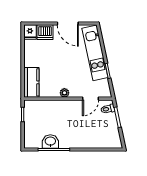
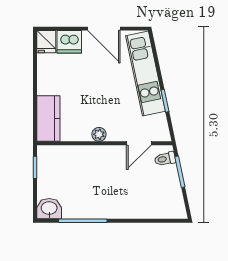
washbasin: (50, 141) -> (49, 209), moved

